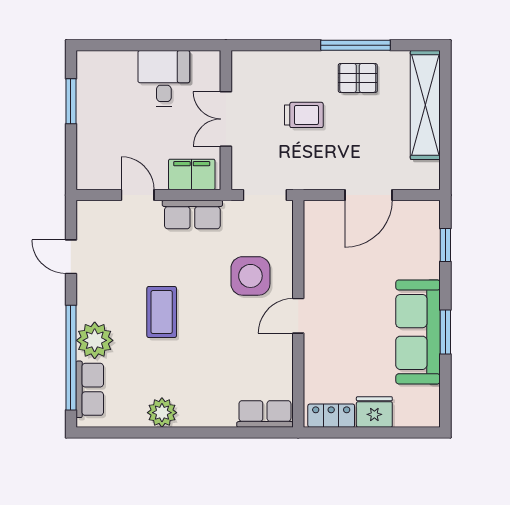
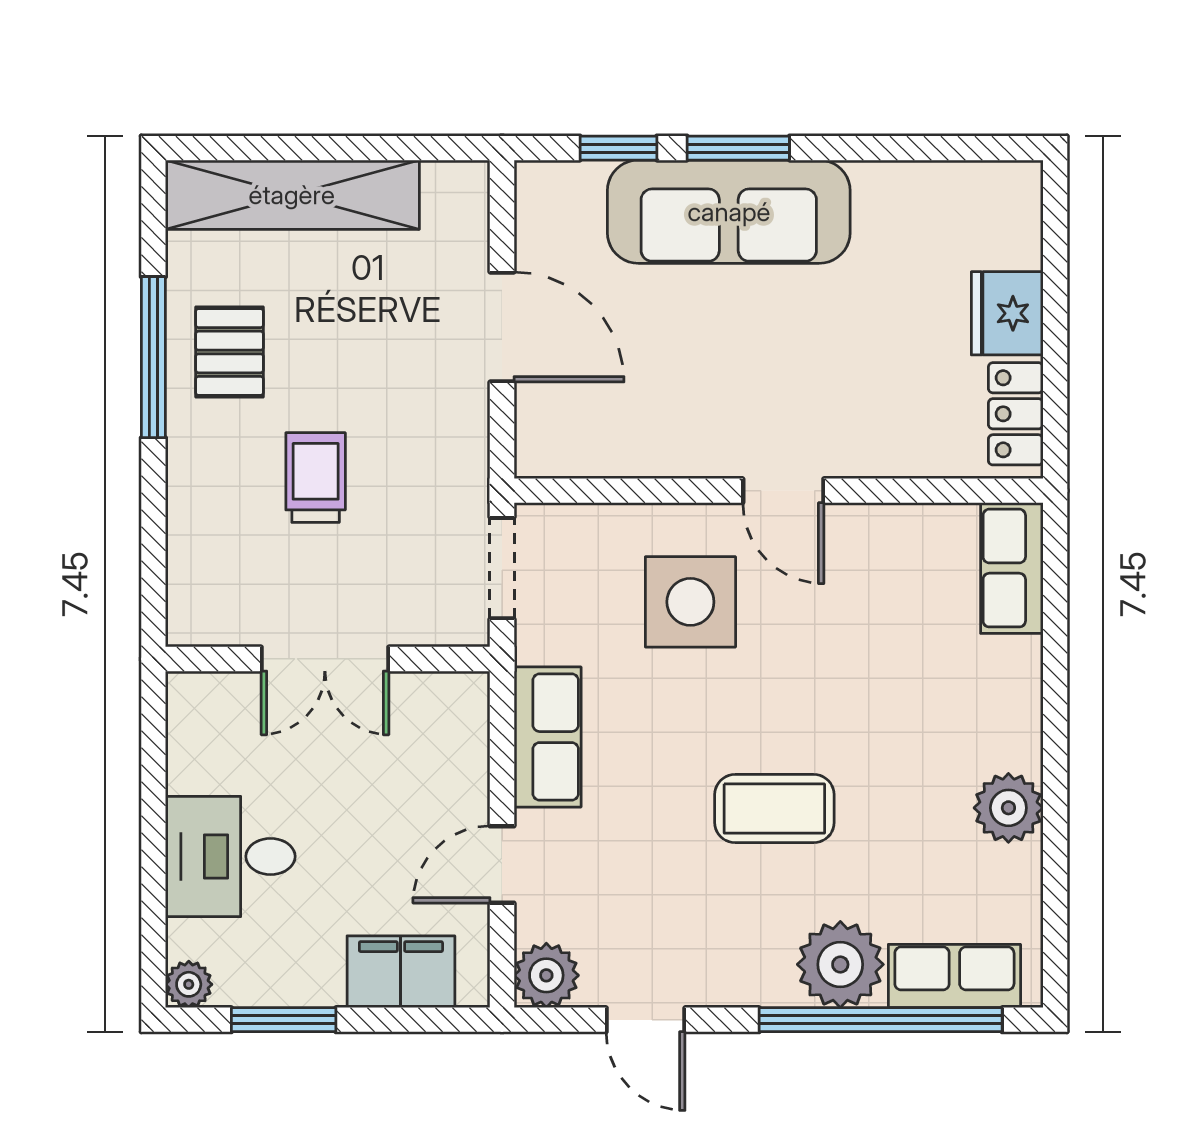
plant: (86, 60) -> (189, 984), added
desk: (164, 78) -> (230, 856), moved
filing cabinet: (192, 174) -> (401, 972), moved, turned 90
plant: (90, 214) -> (546, 975), added
door: (71, 257) -> (646, 1020), hinge flipped
sofa: (418, 332) -> (729, 212), moved
window: (445, 332) -> (738, 148), moved

